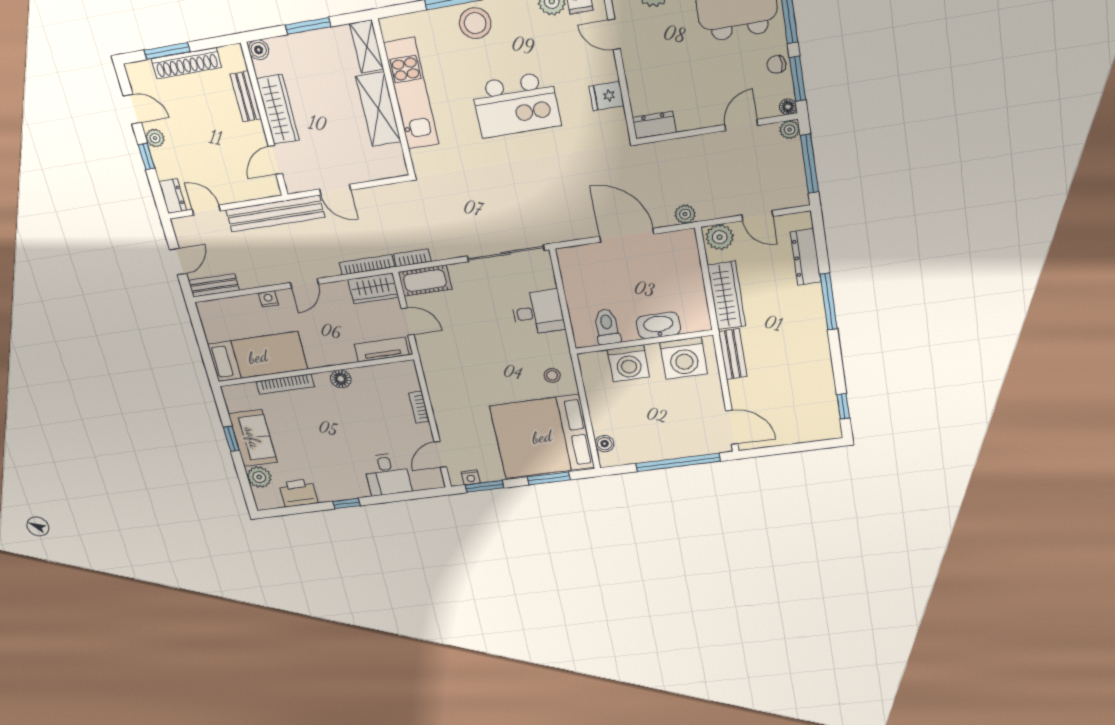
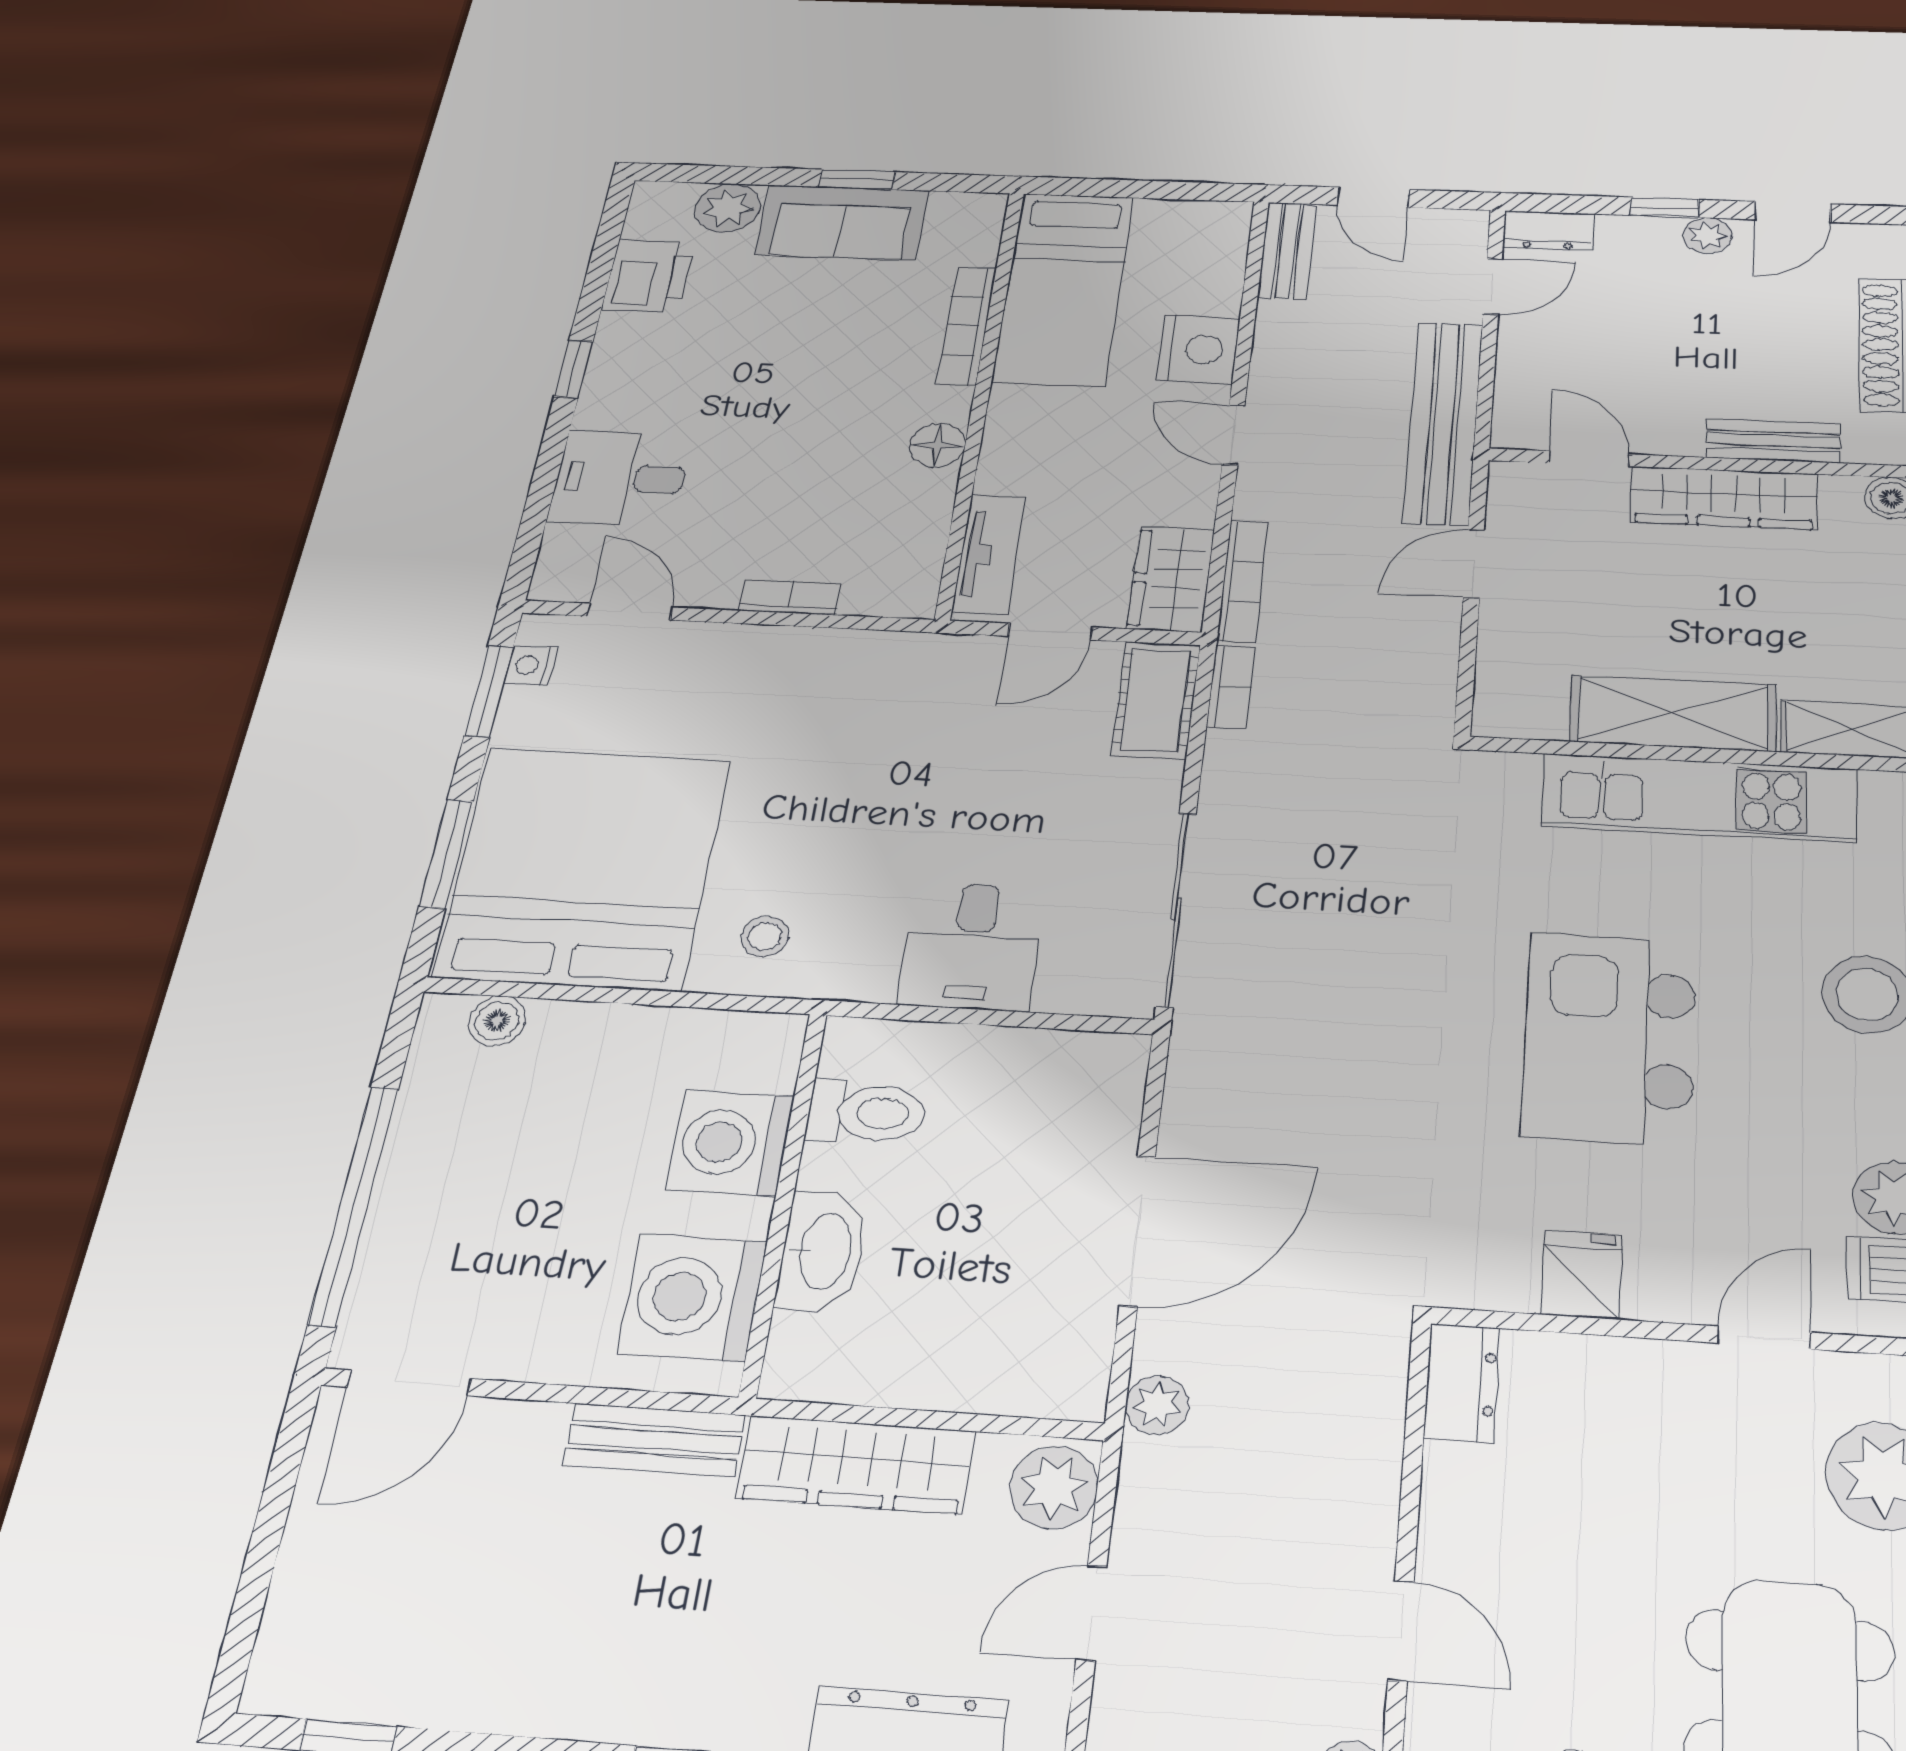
nightstand: (268, 299) -> (1198, 349), width x1.89, depth x1.79

